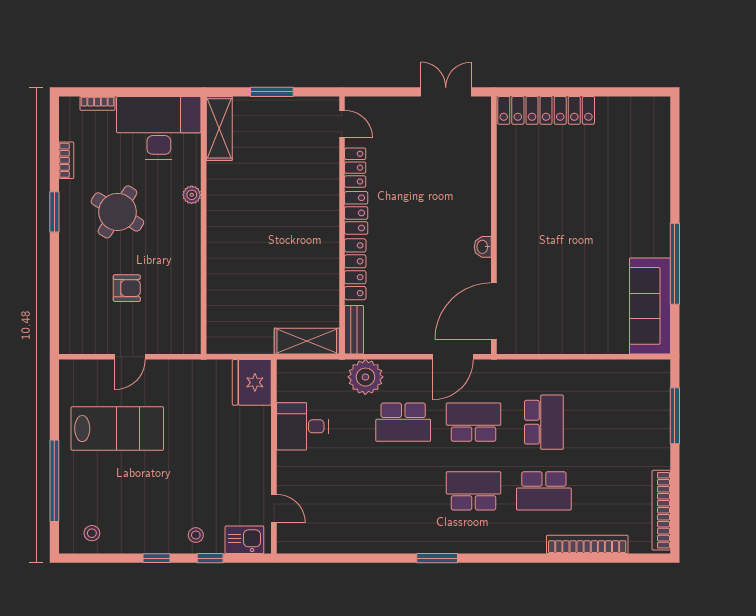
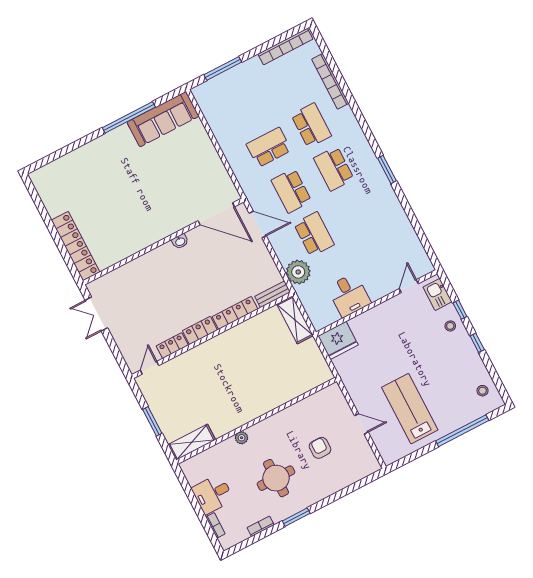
desk: (159, 128) -> (213, 494), width x0.53, depth x0.77
round table: (117, 212) -> (276, 478), turned -32

